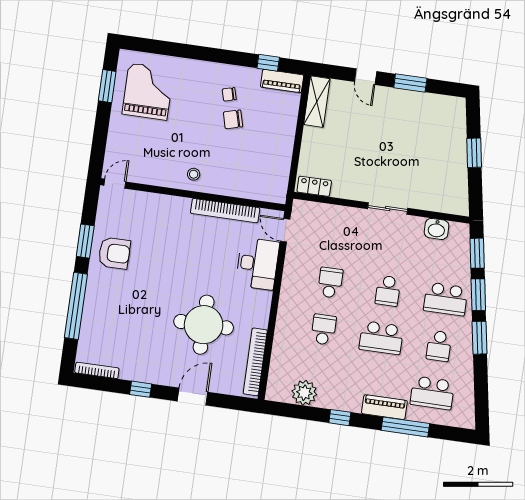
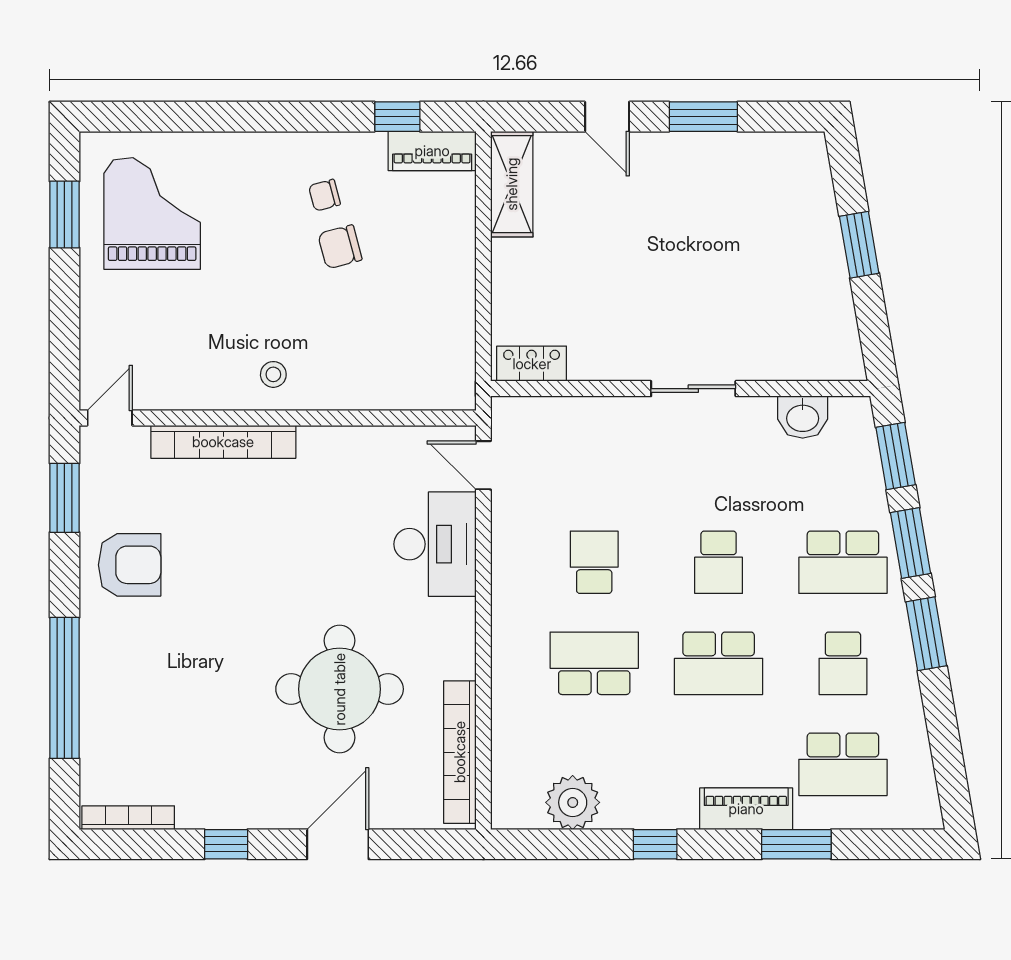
bookcase: (225, 211) -> (223, 442), moved
window: (85, 241) -> (64, 498), moved
school desk: (323, 330) -> (594, 663), width x1.85
window: (405, 427) -> (796, 844), width x0.69

